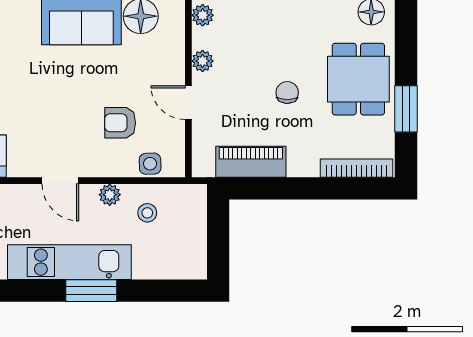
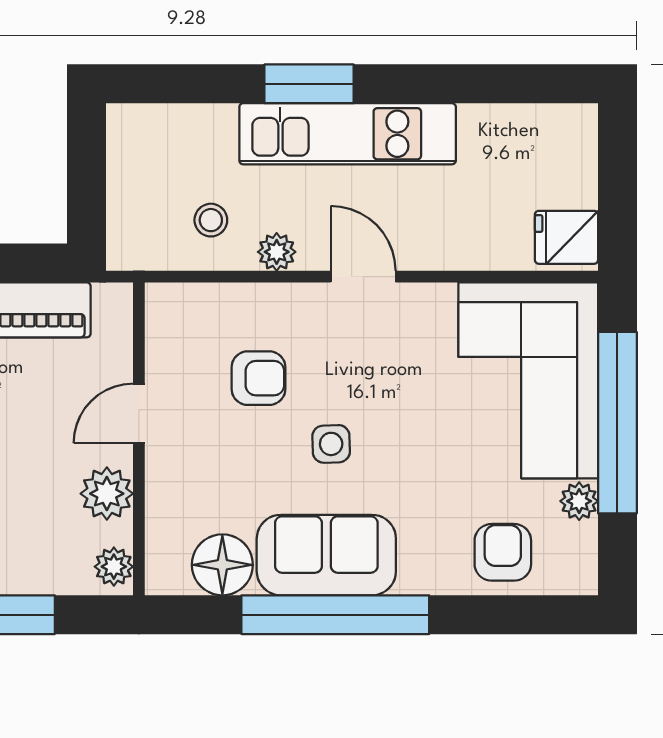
plant: (203, 61) -> (107, 494), width x1.38, depth x1.38
door: (188, 103) -> (139, 413), swing flipped
side table: (150, 164) -> (331, 444), moved

